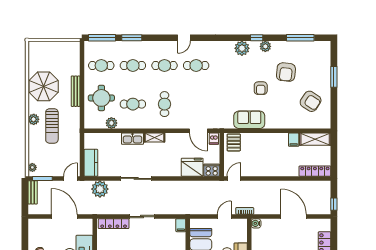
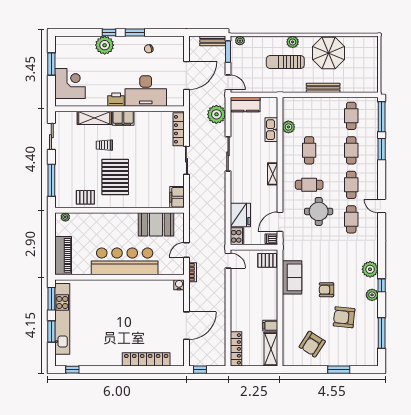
round table: (101, 98) -> (319, 211), moved
kitchen sink: (132, 139) -> (271, 130), moved
door: (224, 217) -> (186, 250), swing flipped
filing cabinet: (181, 225) -> (177, 197), width x2.00

